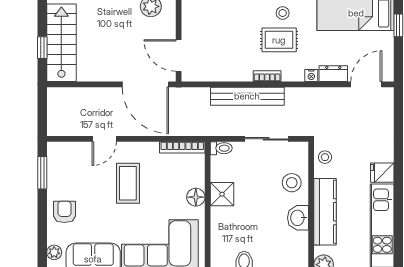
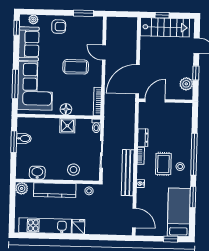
dresser: (333, 74) -> (143, 138), moved
bench: (247, 96) -> (128, 173), moved
washbasin: (298, 218) -> (37, 173), moved

